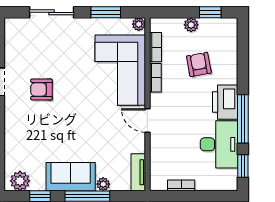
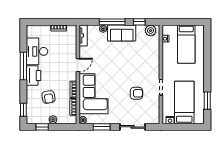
armchair: (41, 89) -> (136, 93), moved
door: (147, 120) -> (78, 65), hinge flipped
window: (243, 166) -> (23, 110), moved

